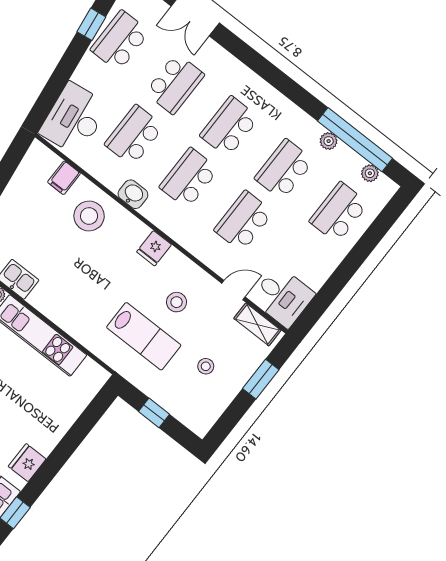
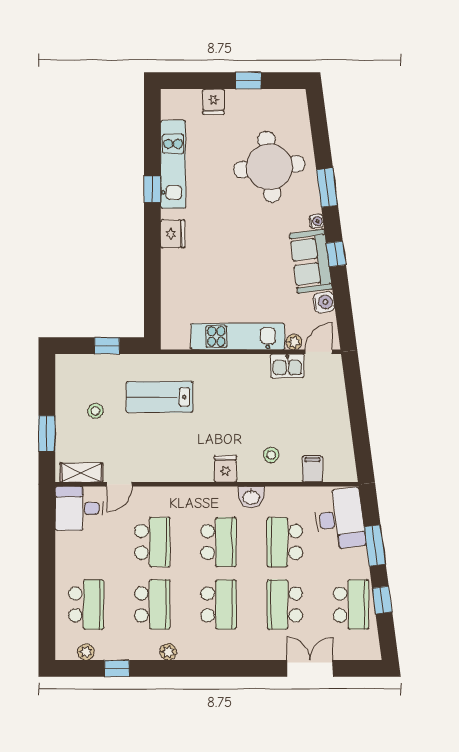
window: (62, 74) -> (375, 545), added
school desk: (134, 135) -> (285, 542), turned 180
window: (355, 140) -> (117, 668), width x0.32
plant: (329, 141) -> (168, 652), moved
stool: (89, 216) -> (271, 455), width x0.53, depth x0.53
fridge: (154, 248) -> (225, 469), moved
stool: (177, 302) -> (155, 442), removed

